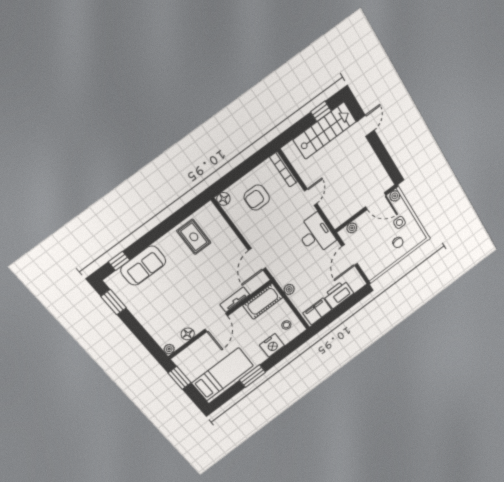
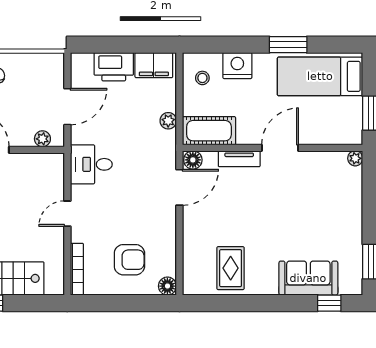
desk: (316, 234) -> (91, 164), width x0.73
floor lamp: (188, 334) -> (193, 160), moved

